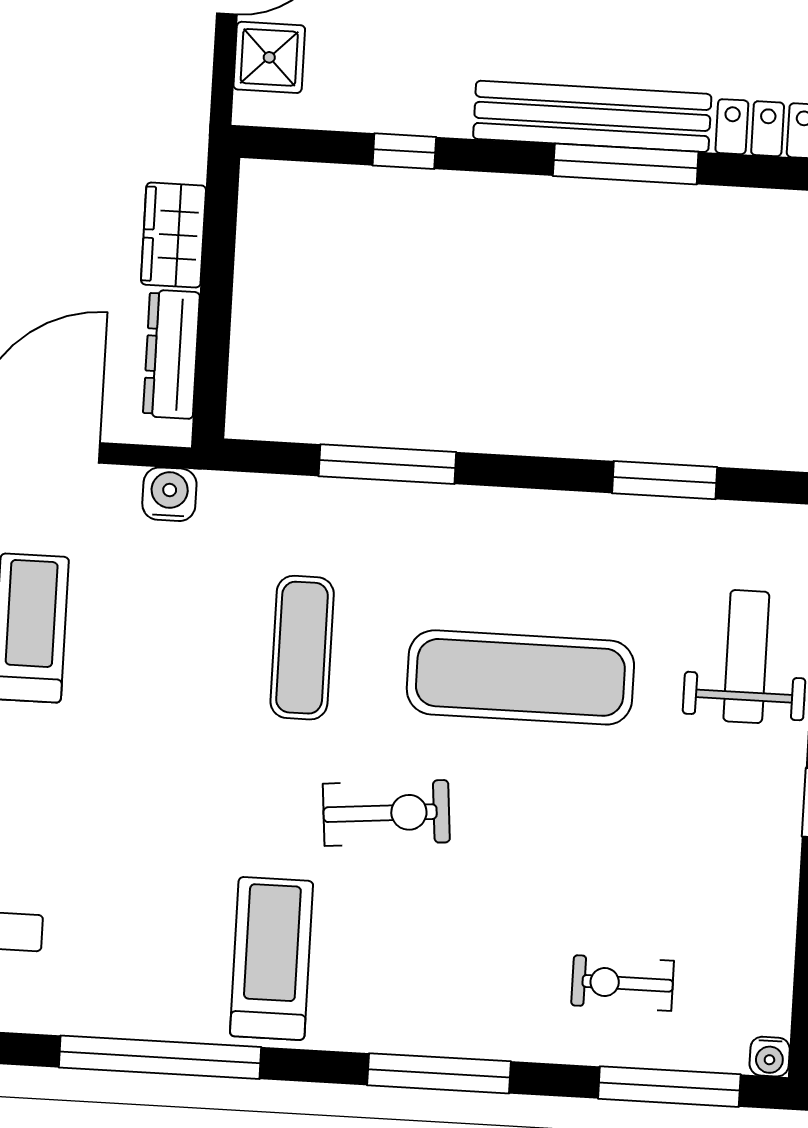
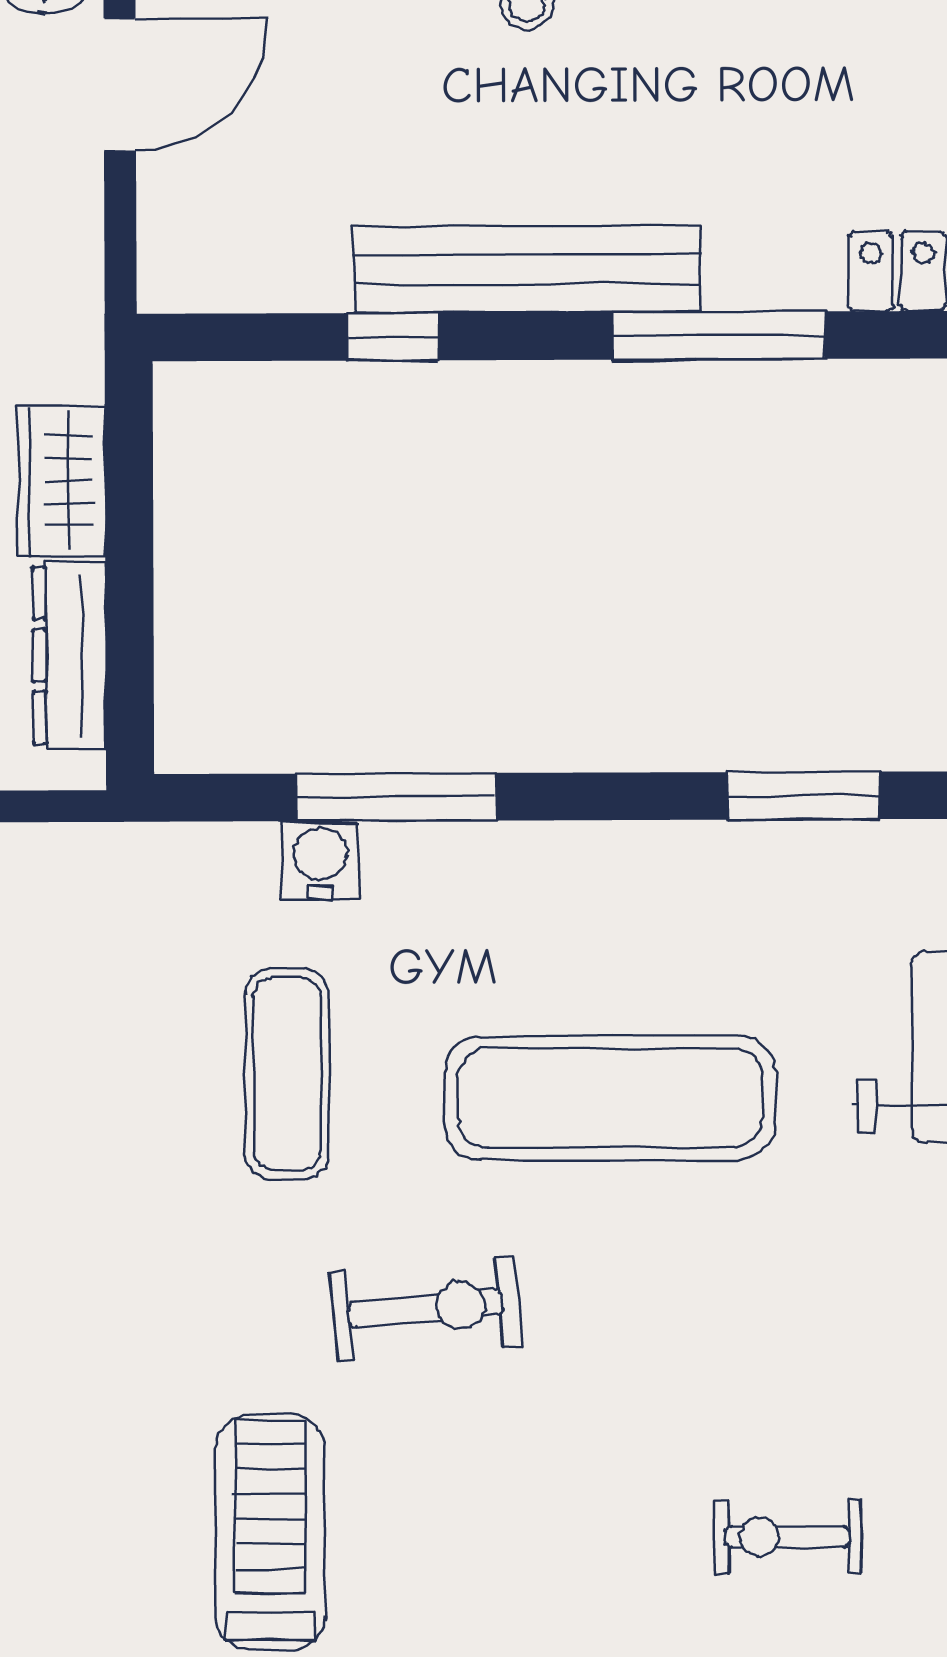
shower: (269, 57) -> (186, 211), removed
bench: (592, 116) -> (527, 269), moved
water cooler: (169, 494) -> (320, 860), moved

